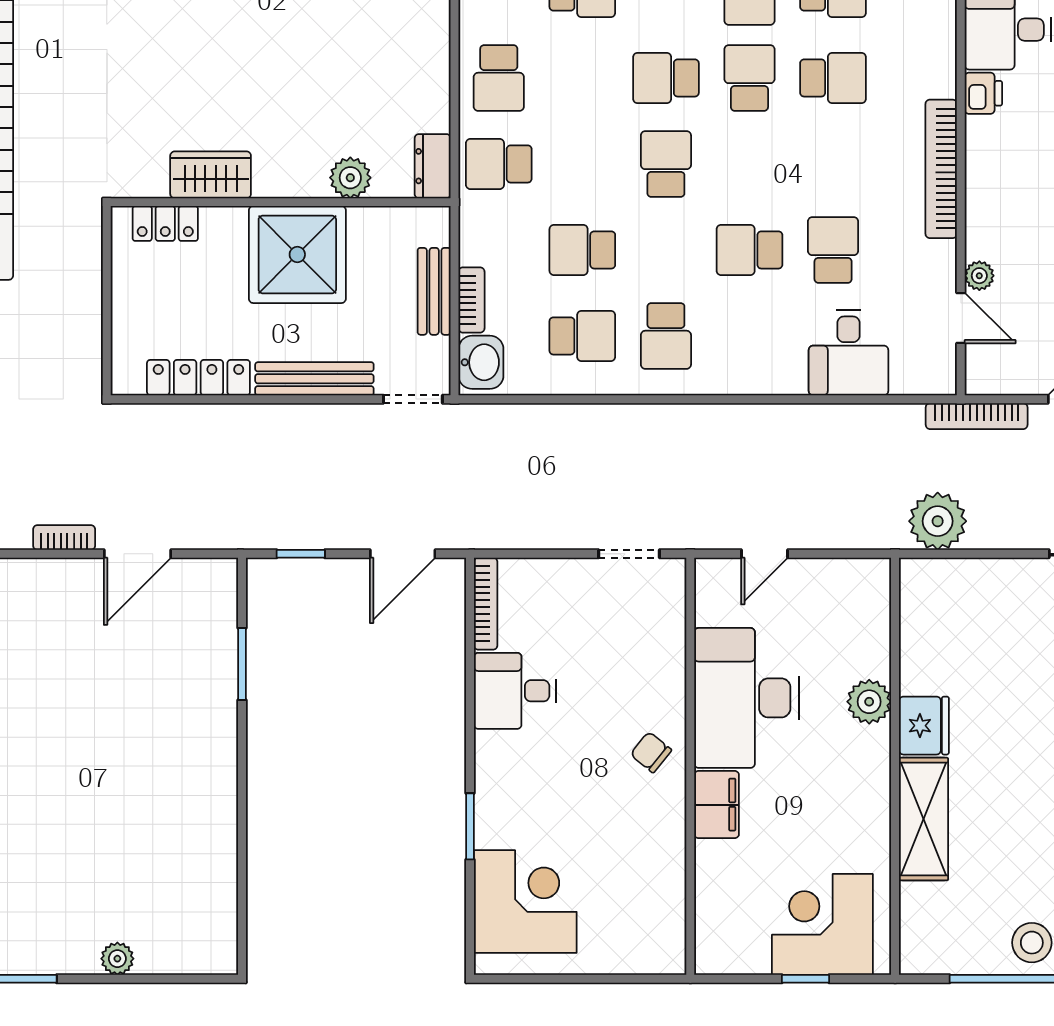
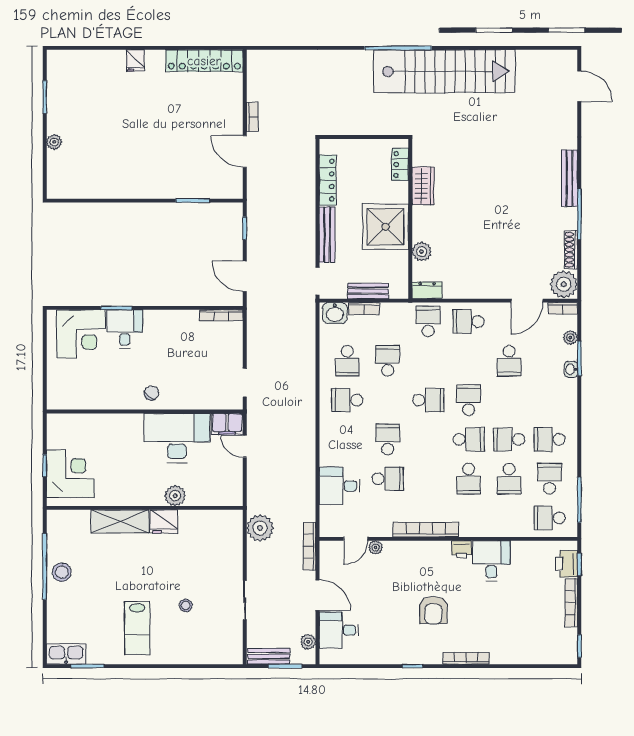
desk: (515, 691) -> (125, 329), moved
filing cabinet: (717, 805) -> (227, 424), moved

